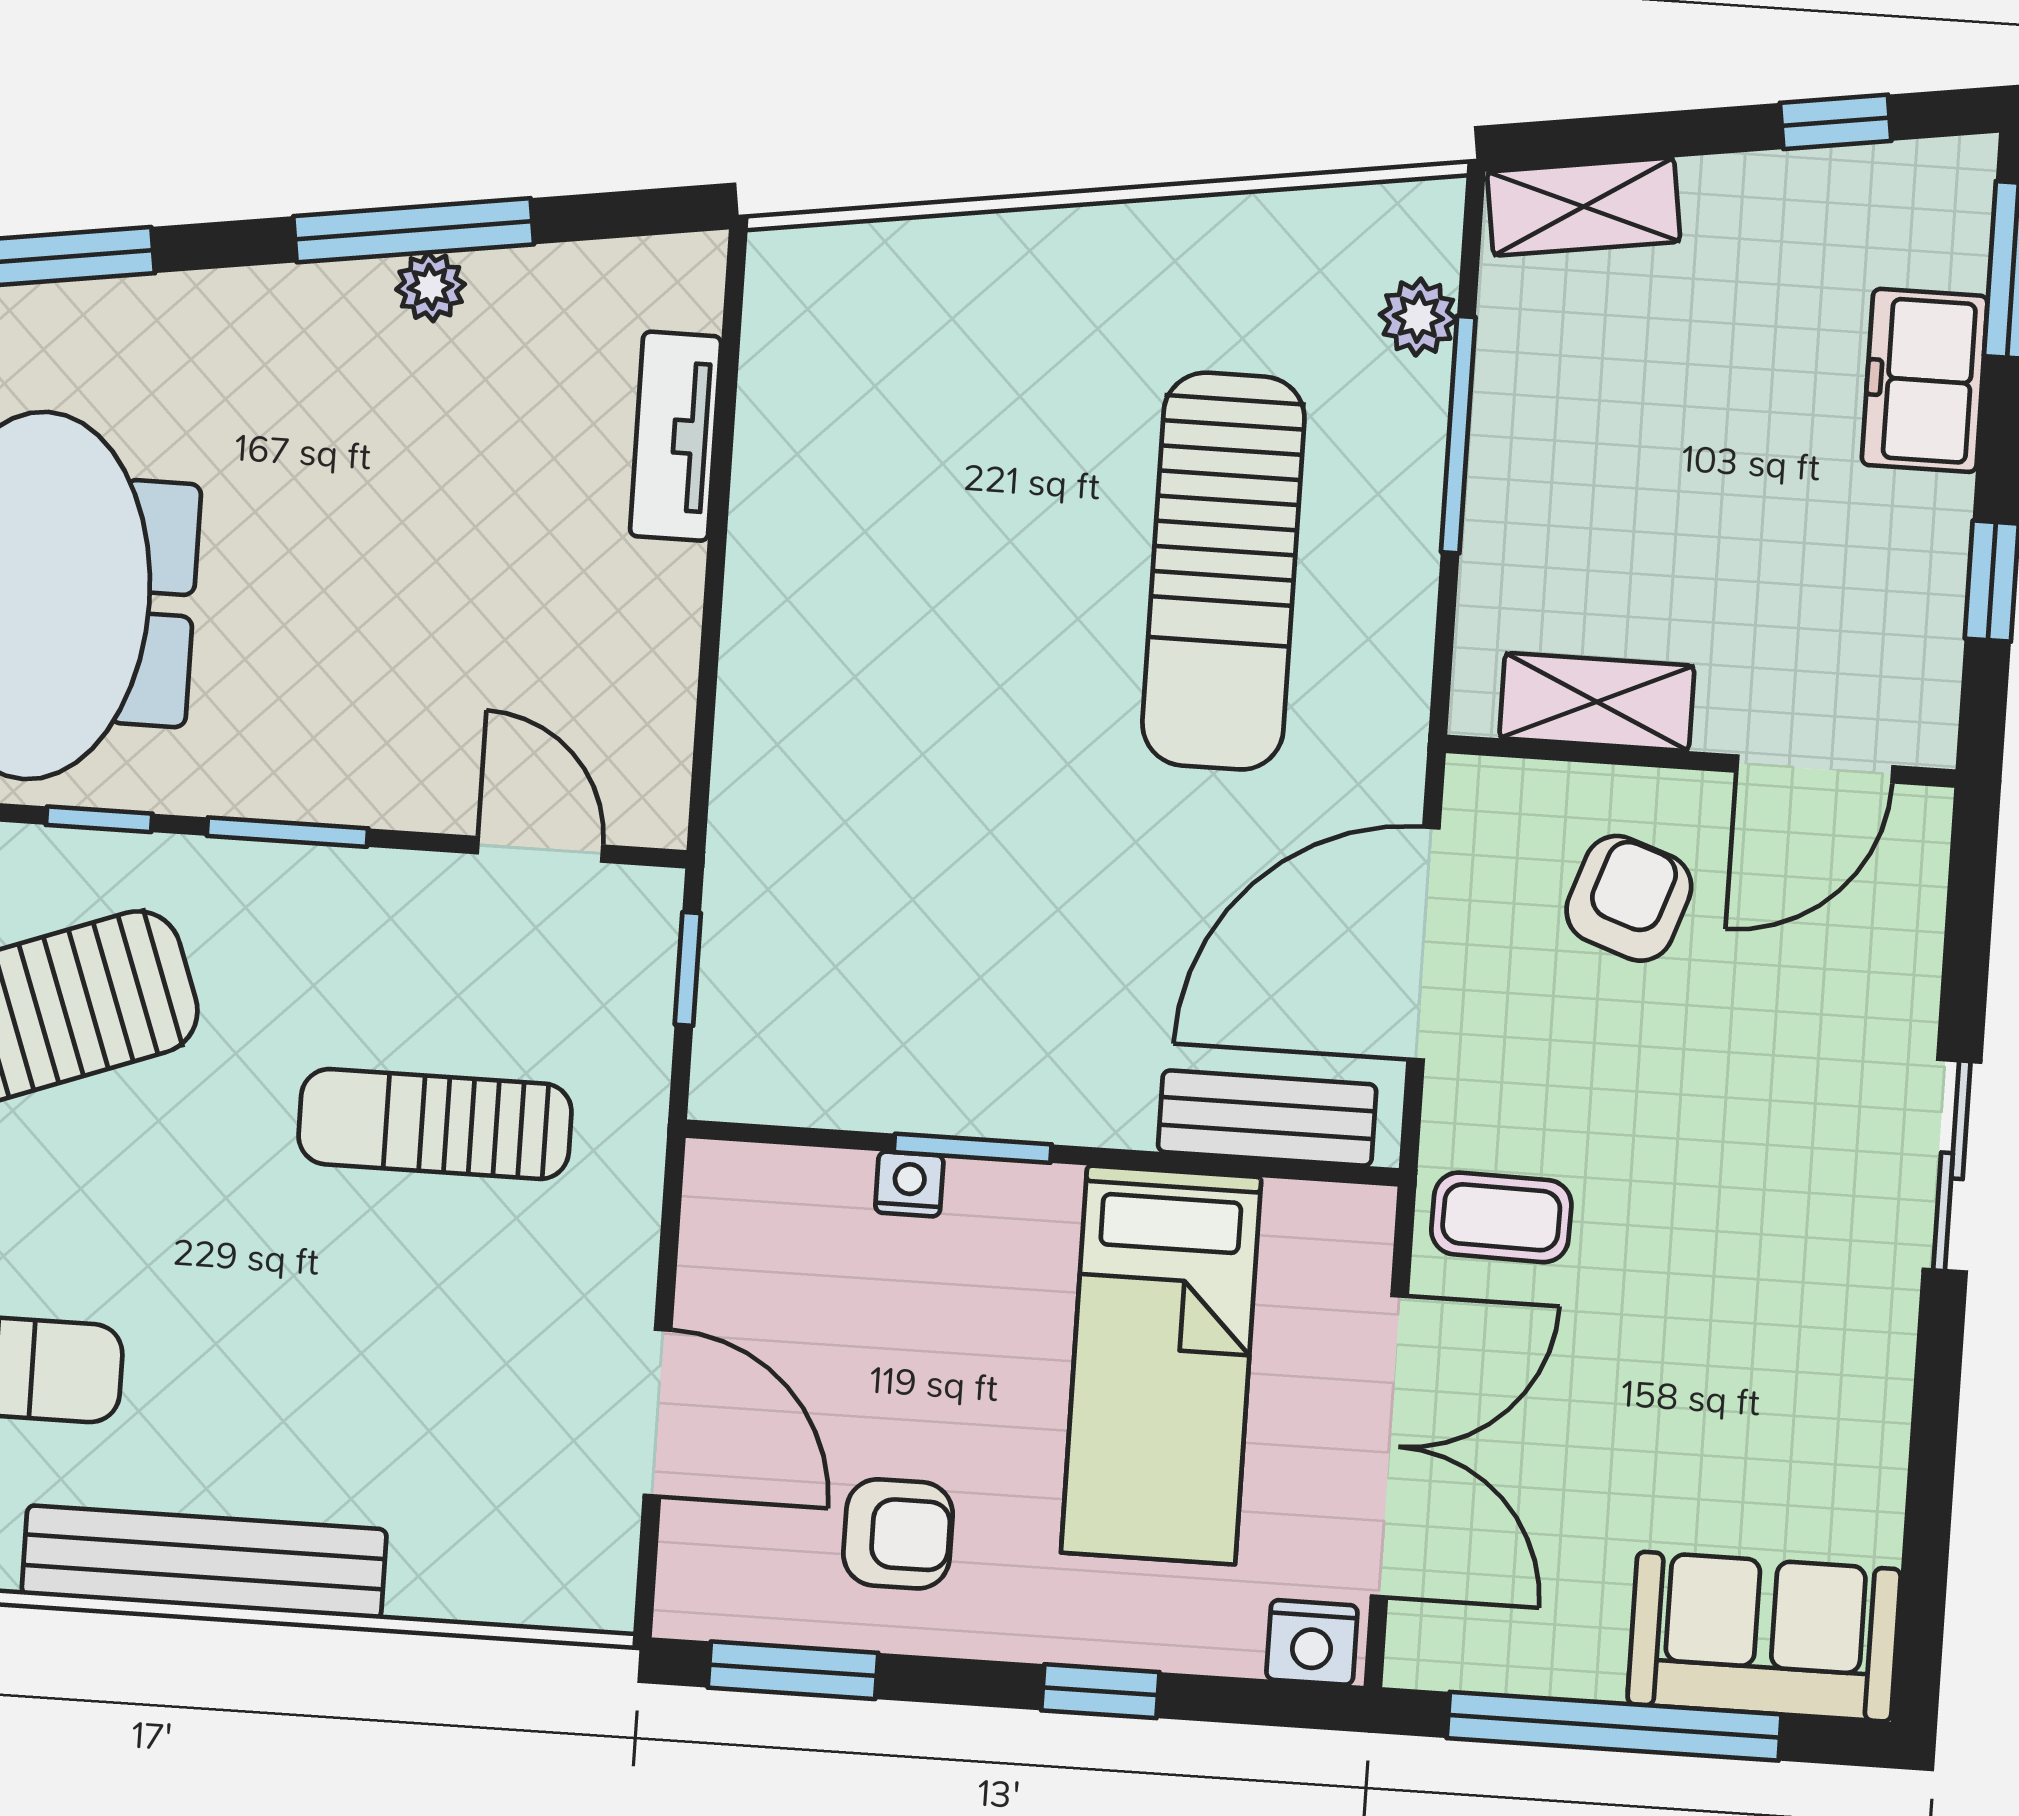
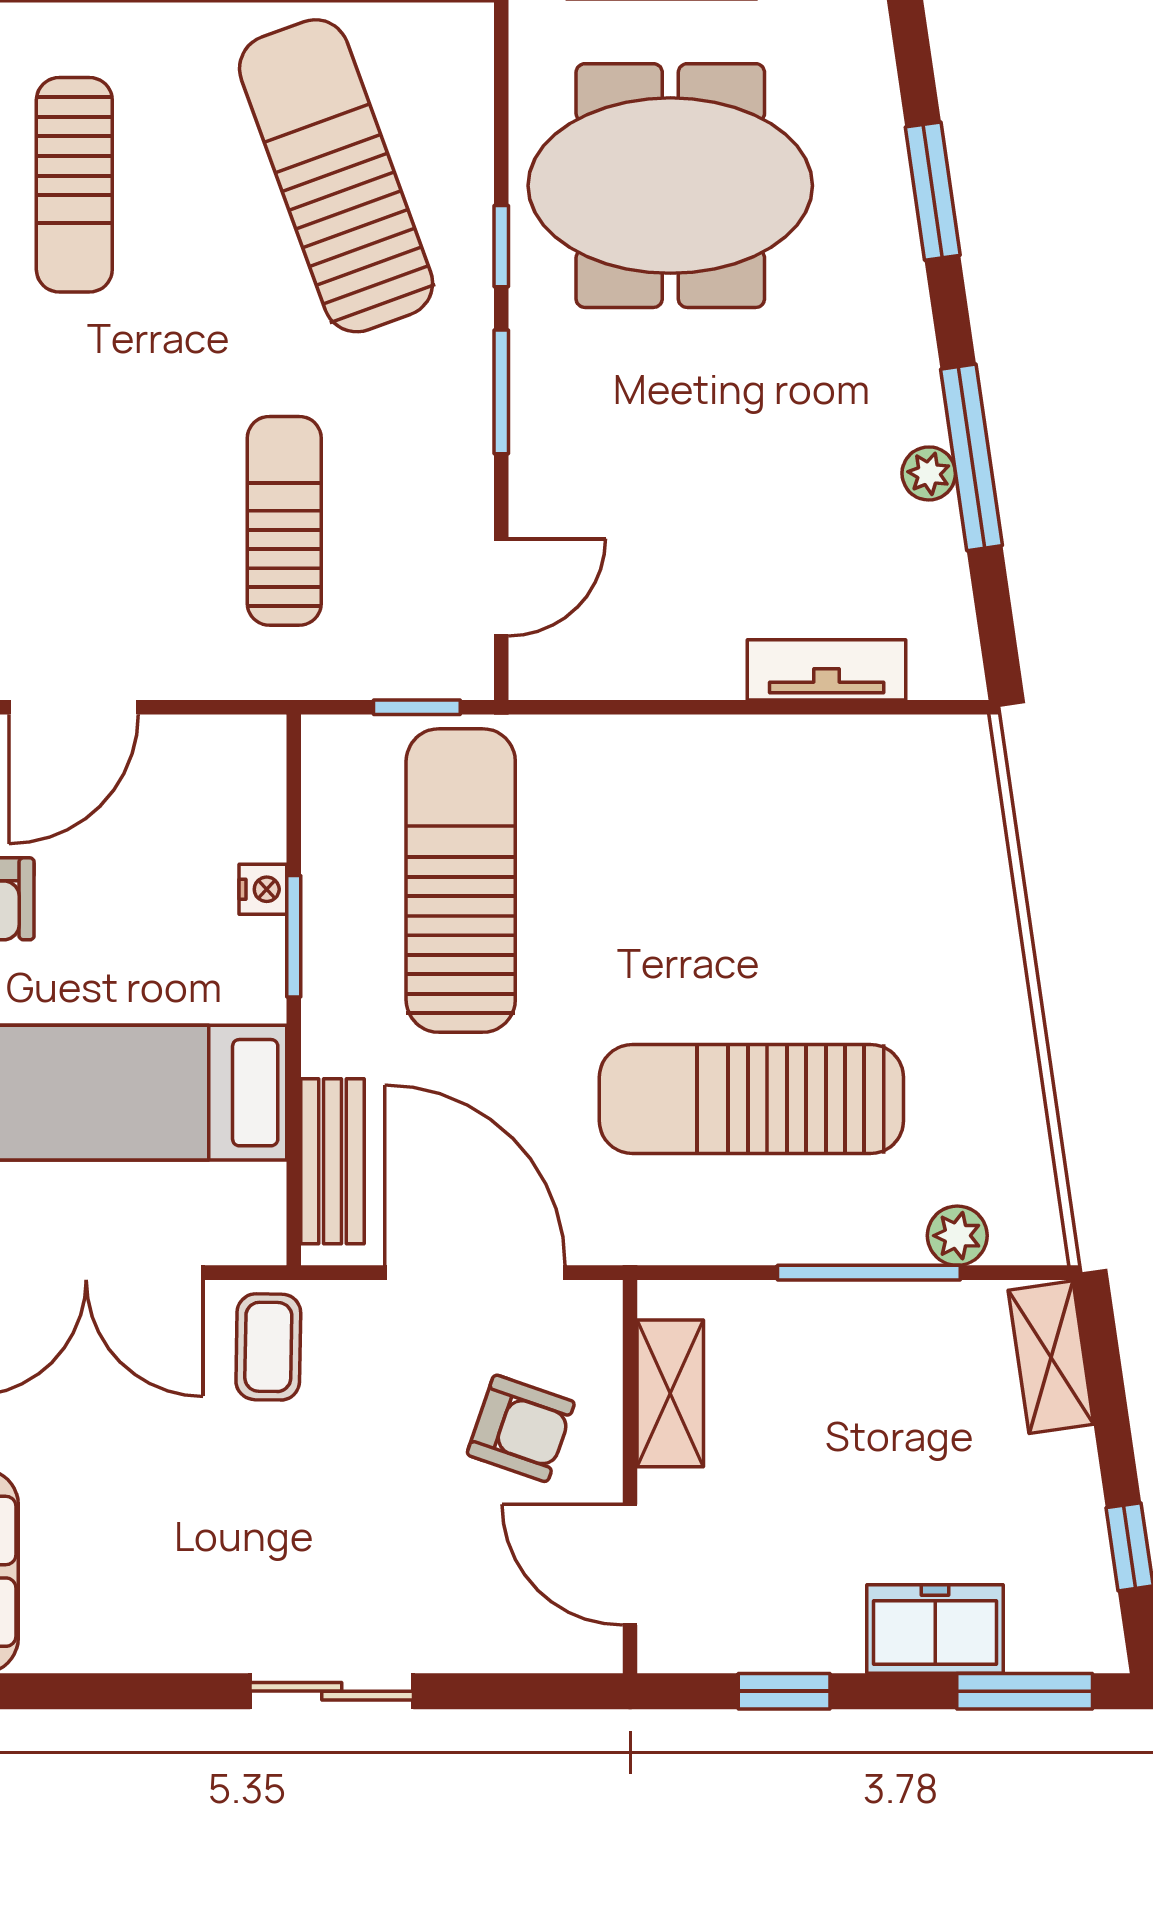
sun lounger: (915, 928) -> (461, 881), added

